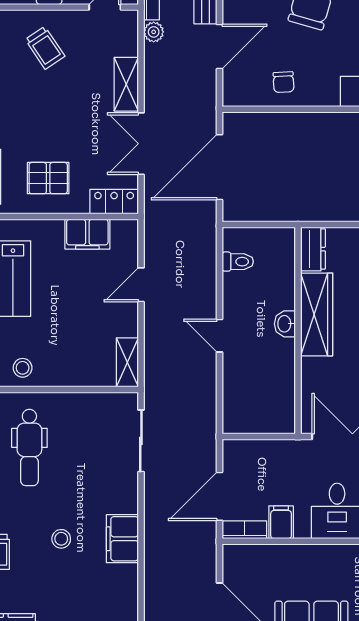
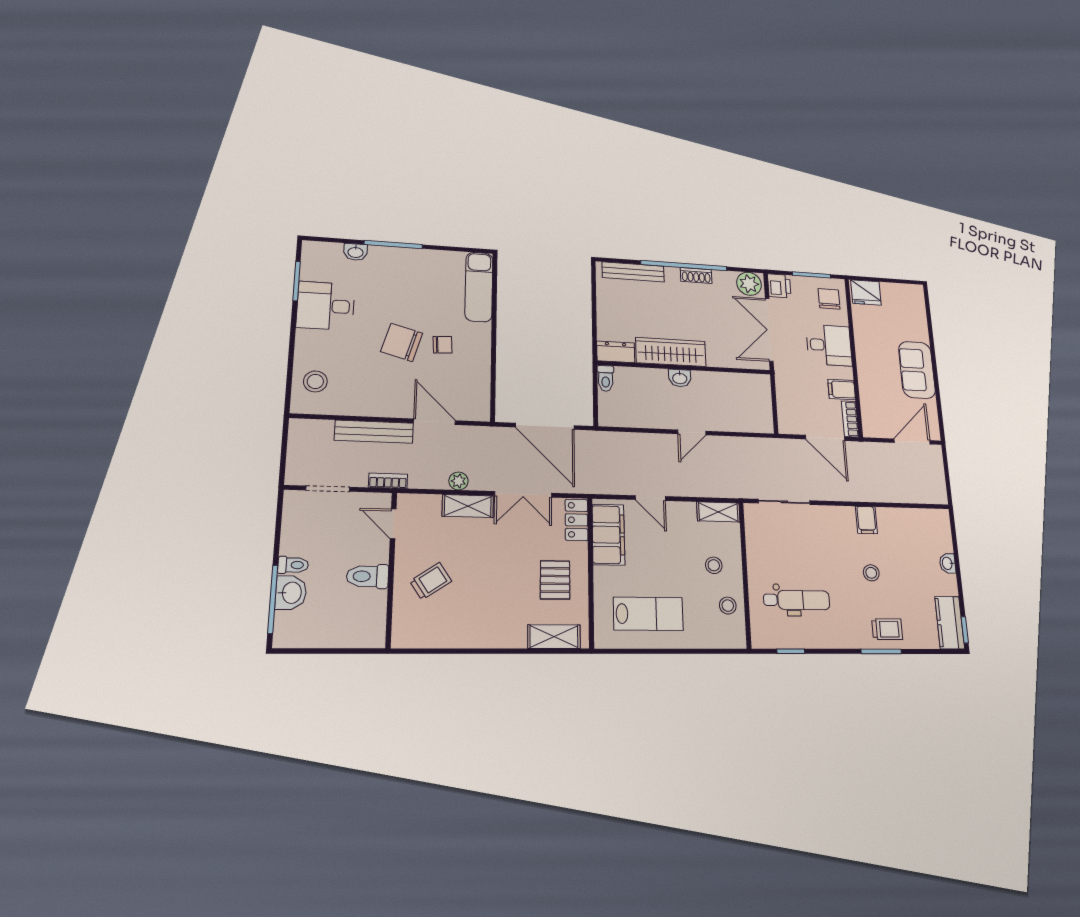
plant: (154, 32) -> (458, 481), moved
chair: (284, 82) -> (443, 345), moved
filing cabinet: (87, 234) -> (608, 535), width x1.50, depth x1.17
toilet: (238, 262) -> (606, 378), moved, turned 180
stool: (67, 354) -> (714, 565), added
filing cabinet: (122, 539) -> (866, 520), width x0.50

